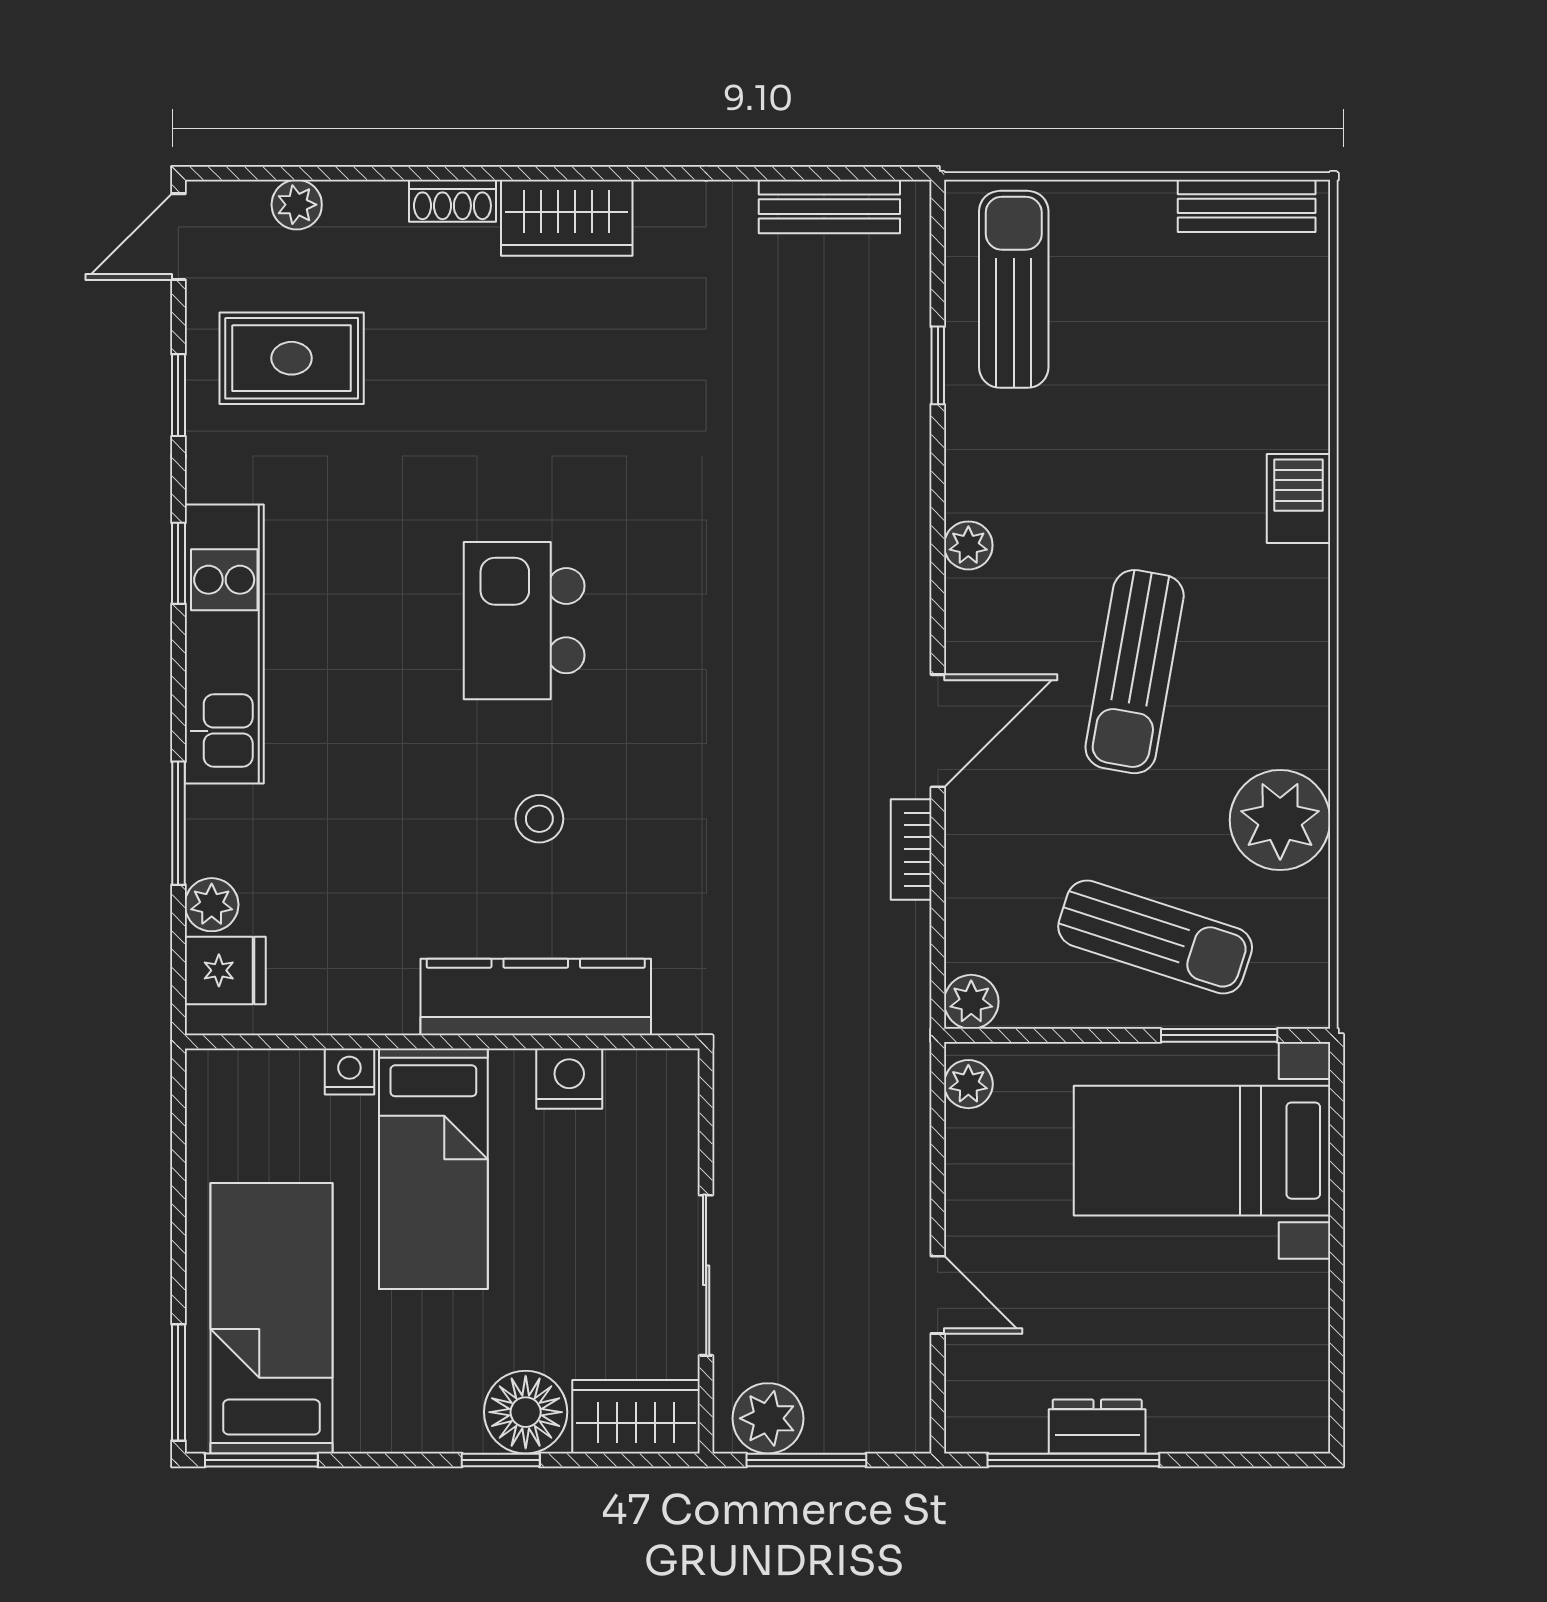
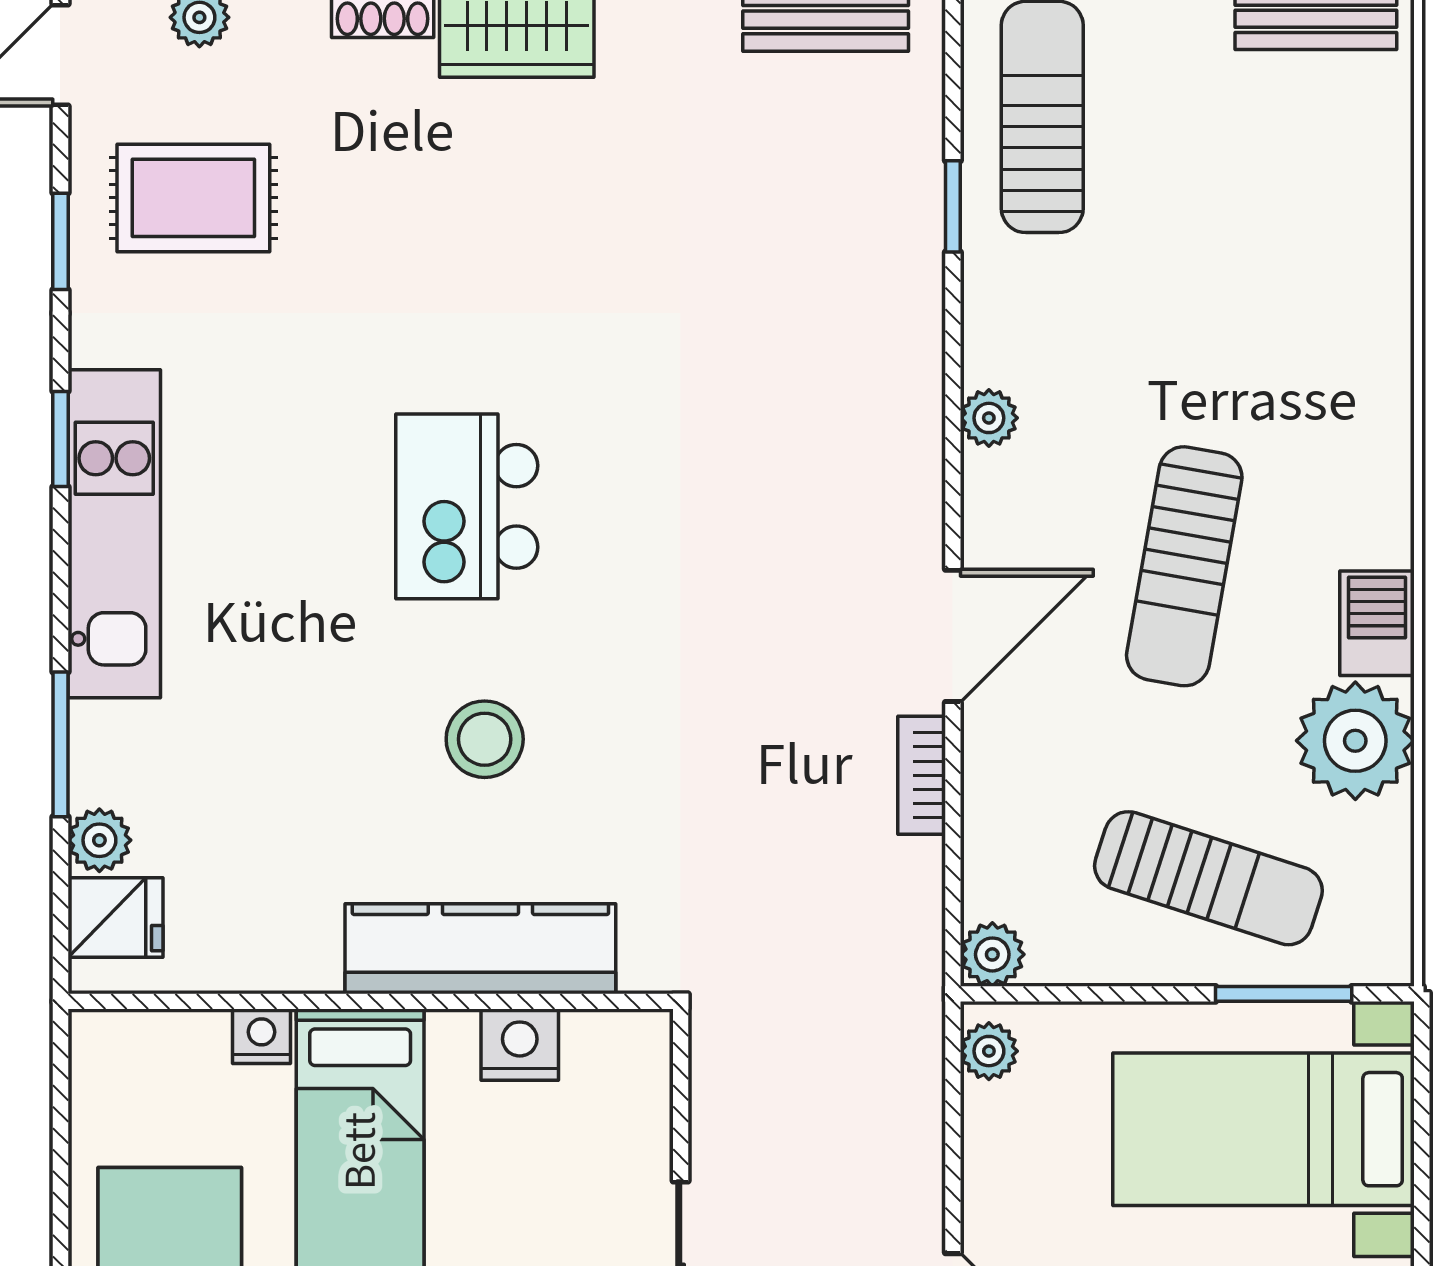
barbecue: (1299, 499) -> (1377, 623), moved
stool: (539, 819) -> (485, 739), width x1.37, depth x1.37

